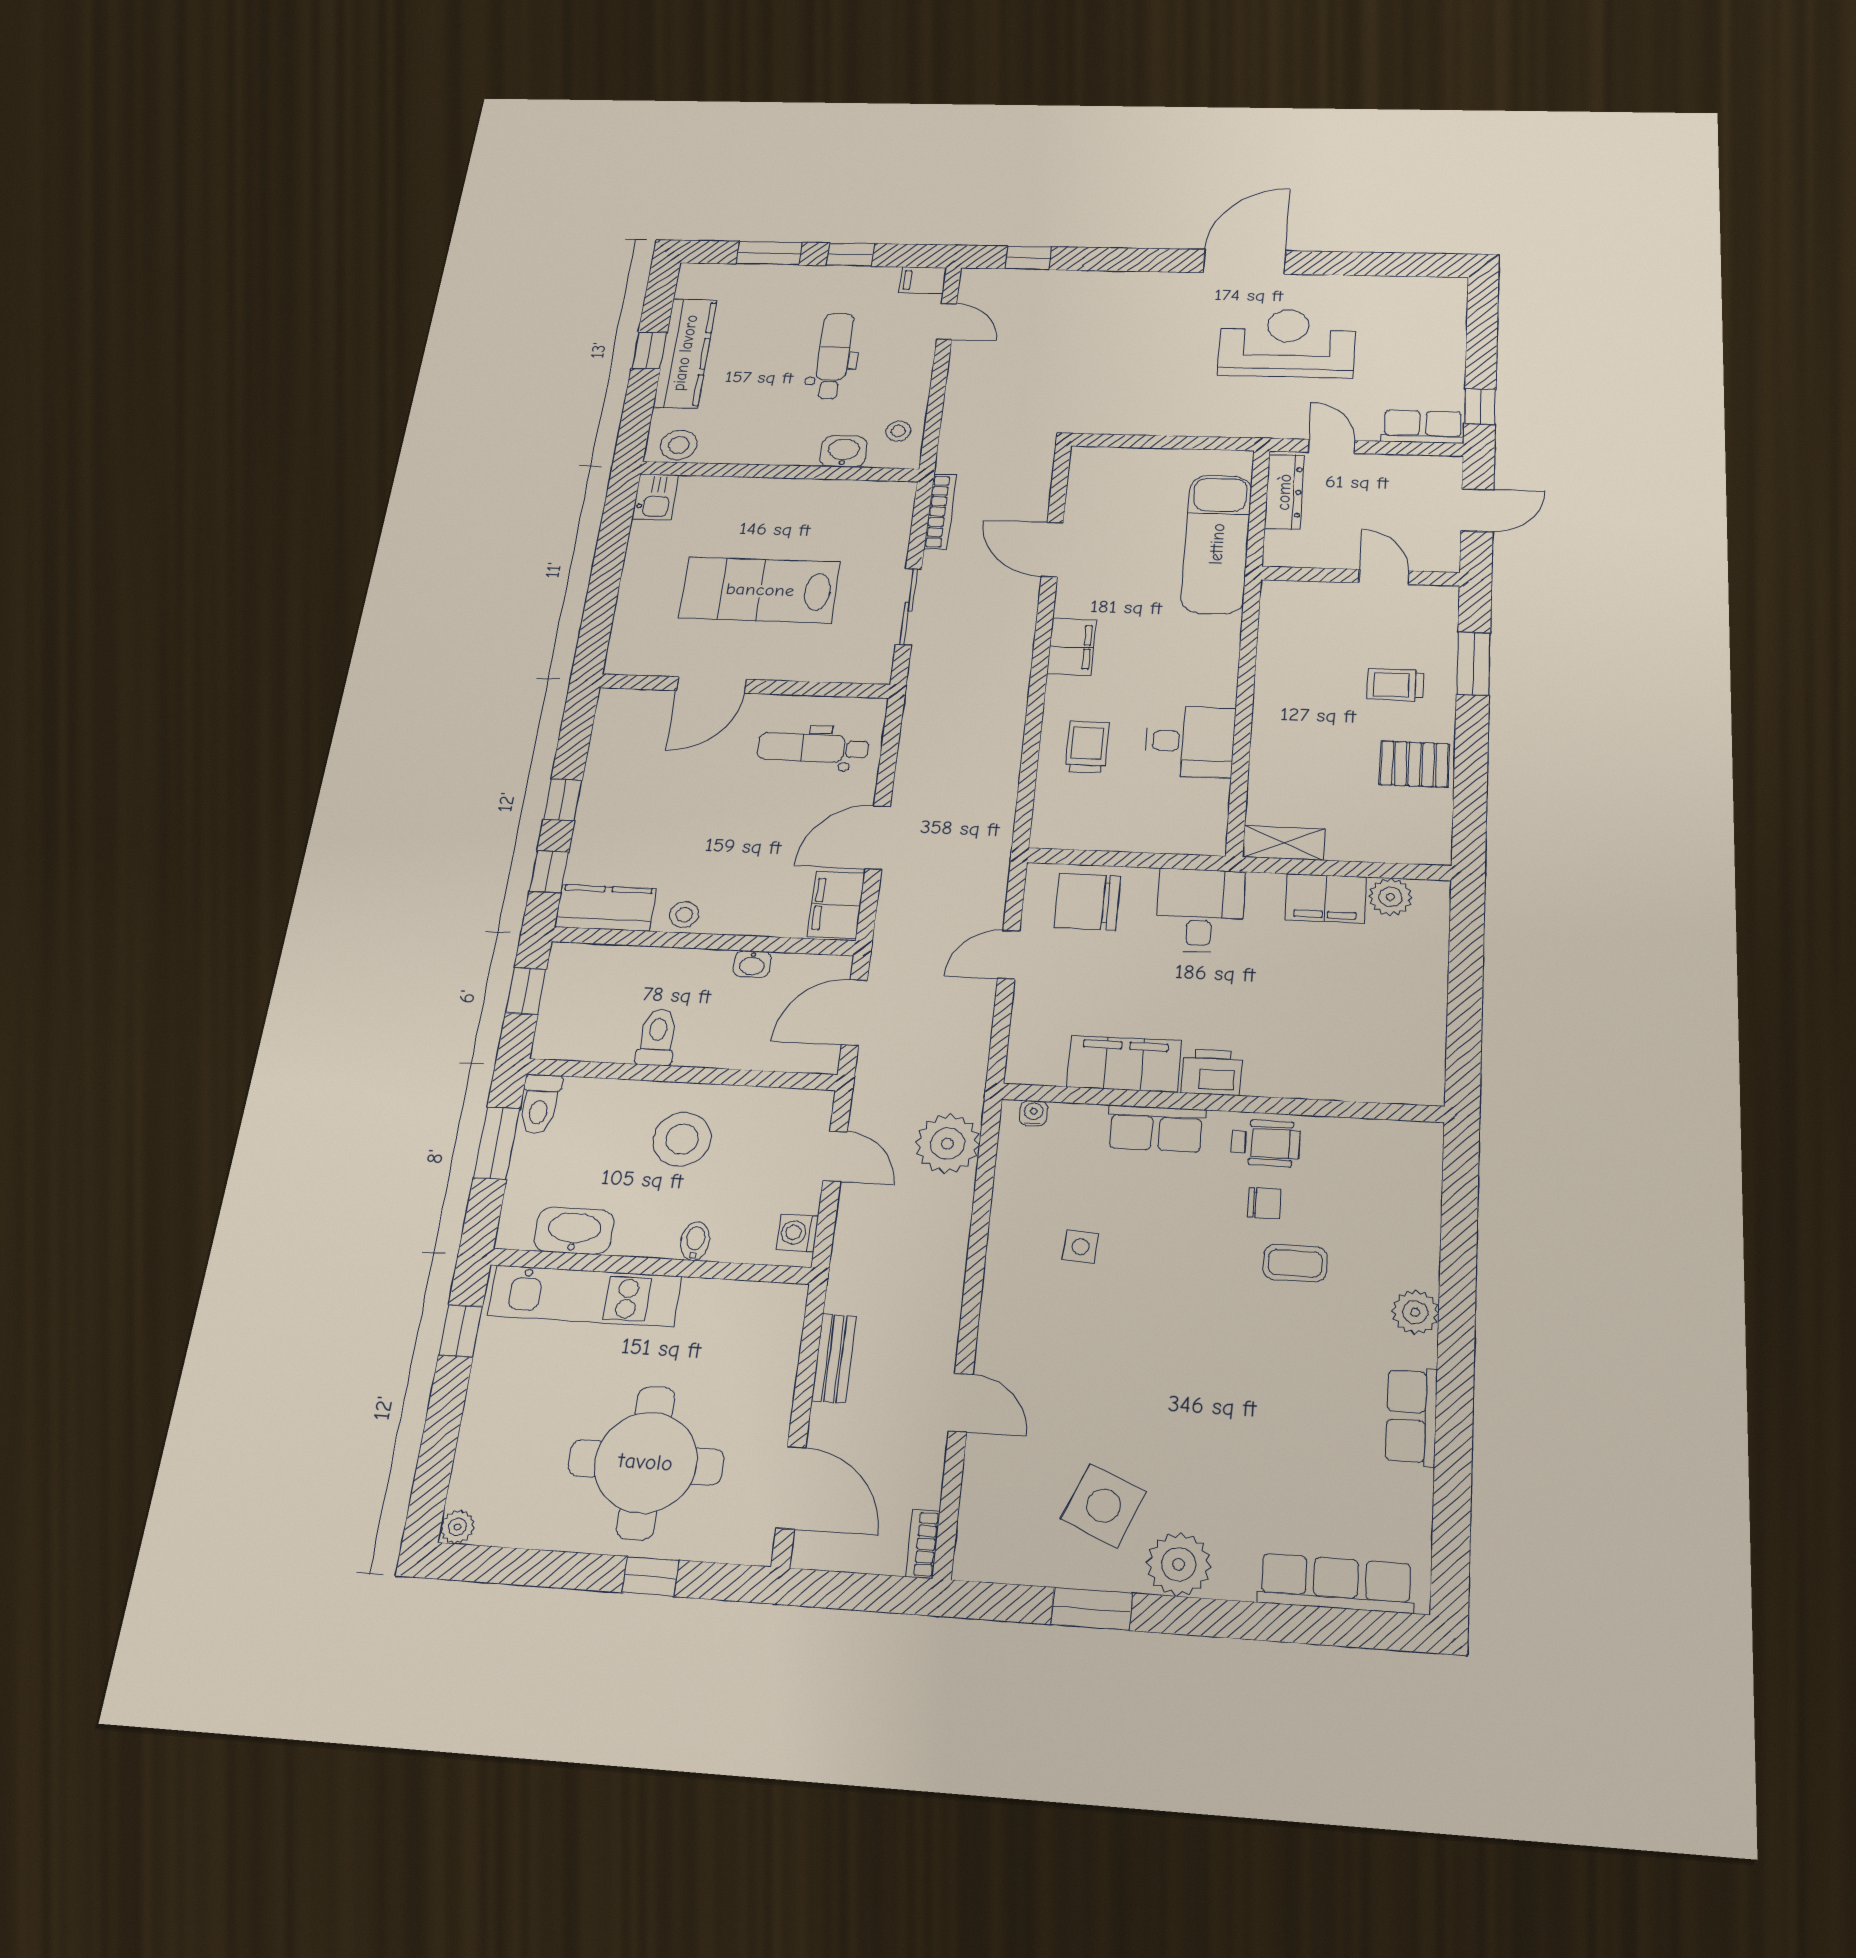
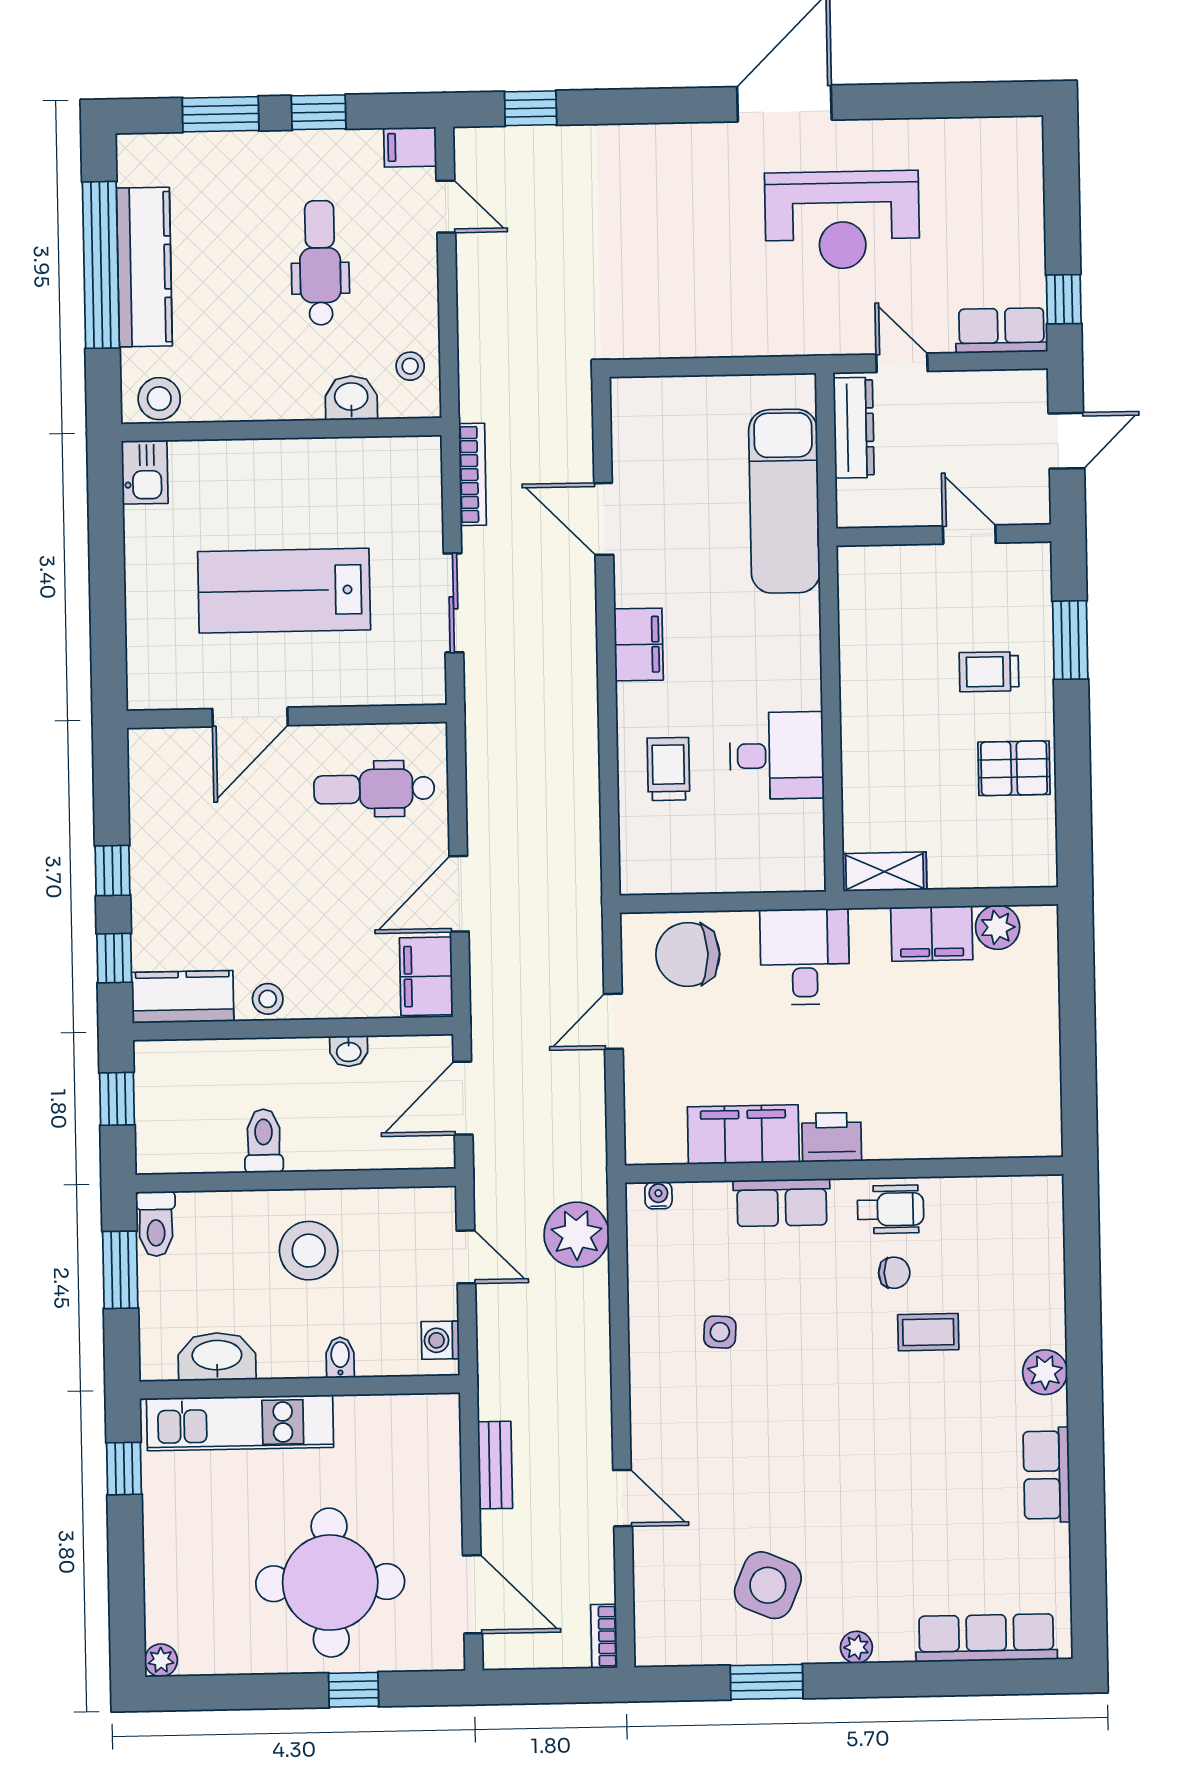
reception desk: (1287, 343) -> (842, 220), turned 180
window: (649, 350) -> (101, 265), width x3.17
plant: (1179, 1564) -> (856, 1647), width x0.53, depth x0.53

